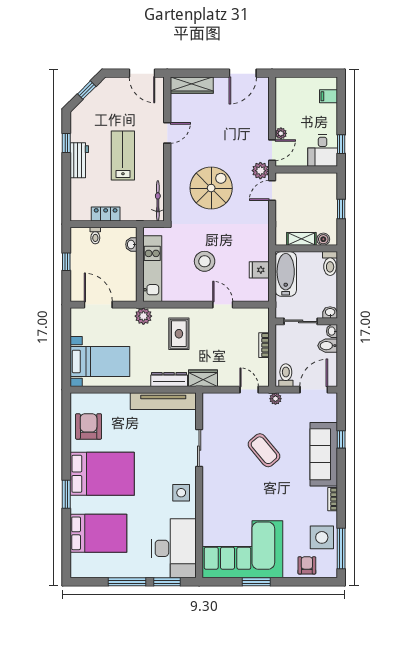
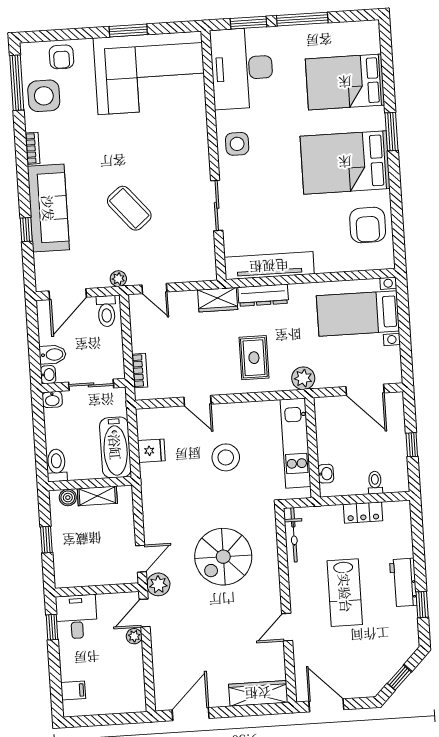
bookcase: (264, 345) -> (140, 371), moved

